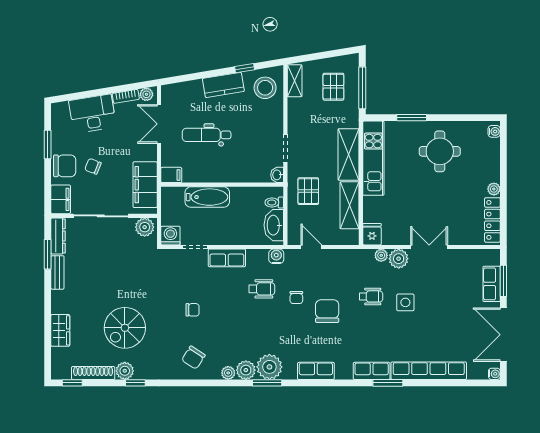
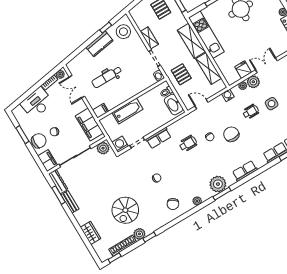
shelving: (295, 81) -> (149, 38), moved
fridge: (372, 234) -> (243, 70), moved
water cooler: (276, 256) -> (228, 95), moved
plant: (246, 370) -> (206, 194), removed

